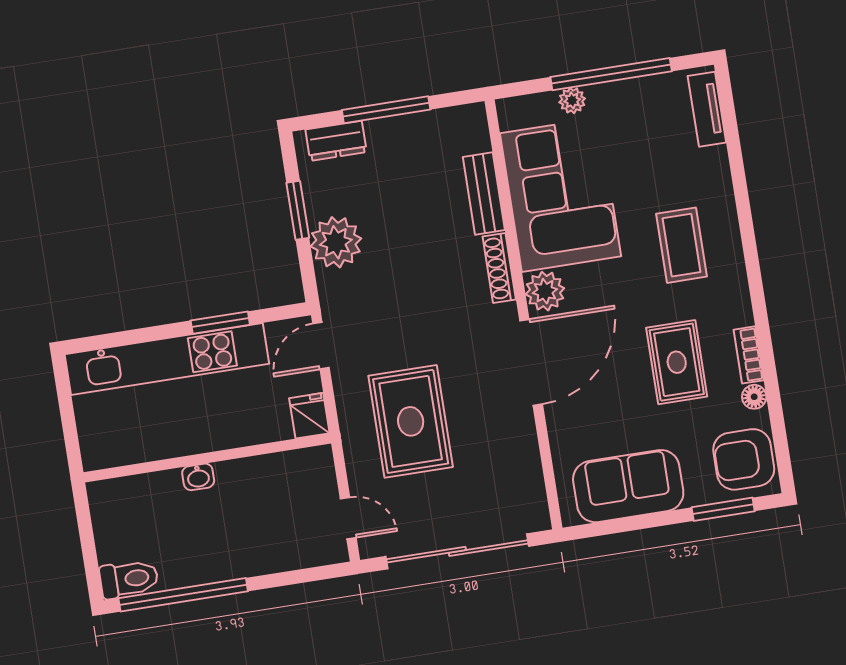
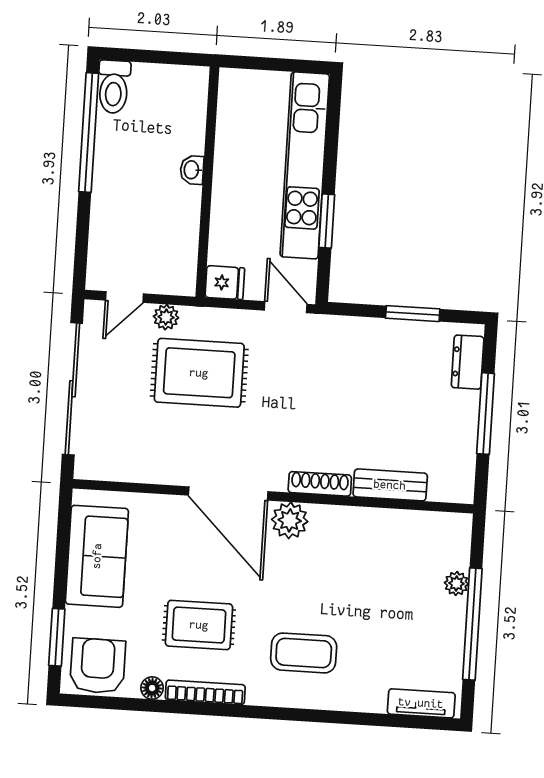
corner sofa: (560, 195) -> (374, 554), removed
plant: (336, 242) -> (166, 317), moved, width x0.53, depth x0.53
bookcase: (749, 355) -> (205, 692), width x1.56

